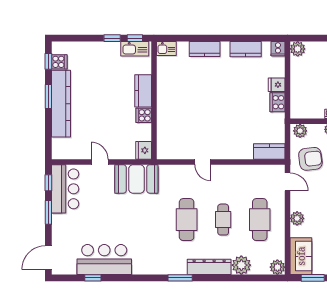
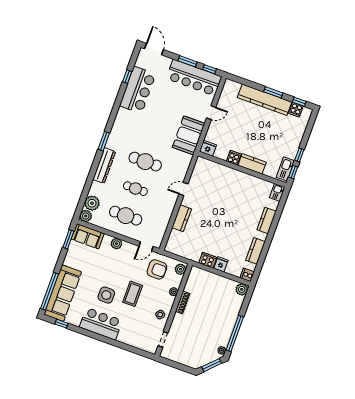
kitchen counter: (269, 152) -> (182, 218), moved
armchair: (310, 159) -> (157, 269), turned -83
bar counter: (65, 189) -> (194, 78), width x1.36
plant: (241, 265) -> (92, 203), moved

